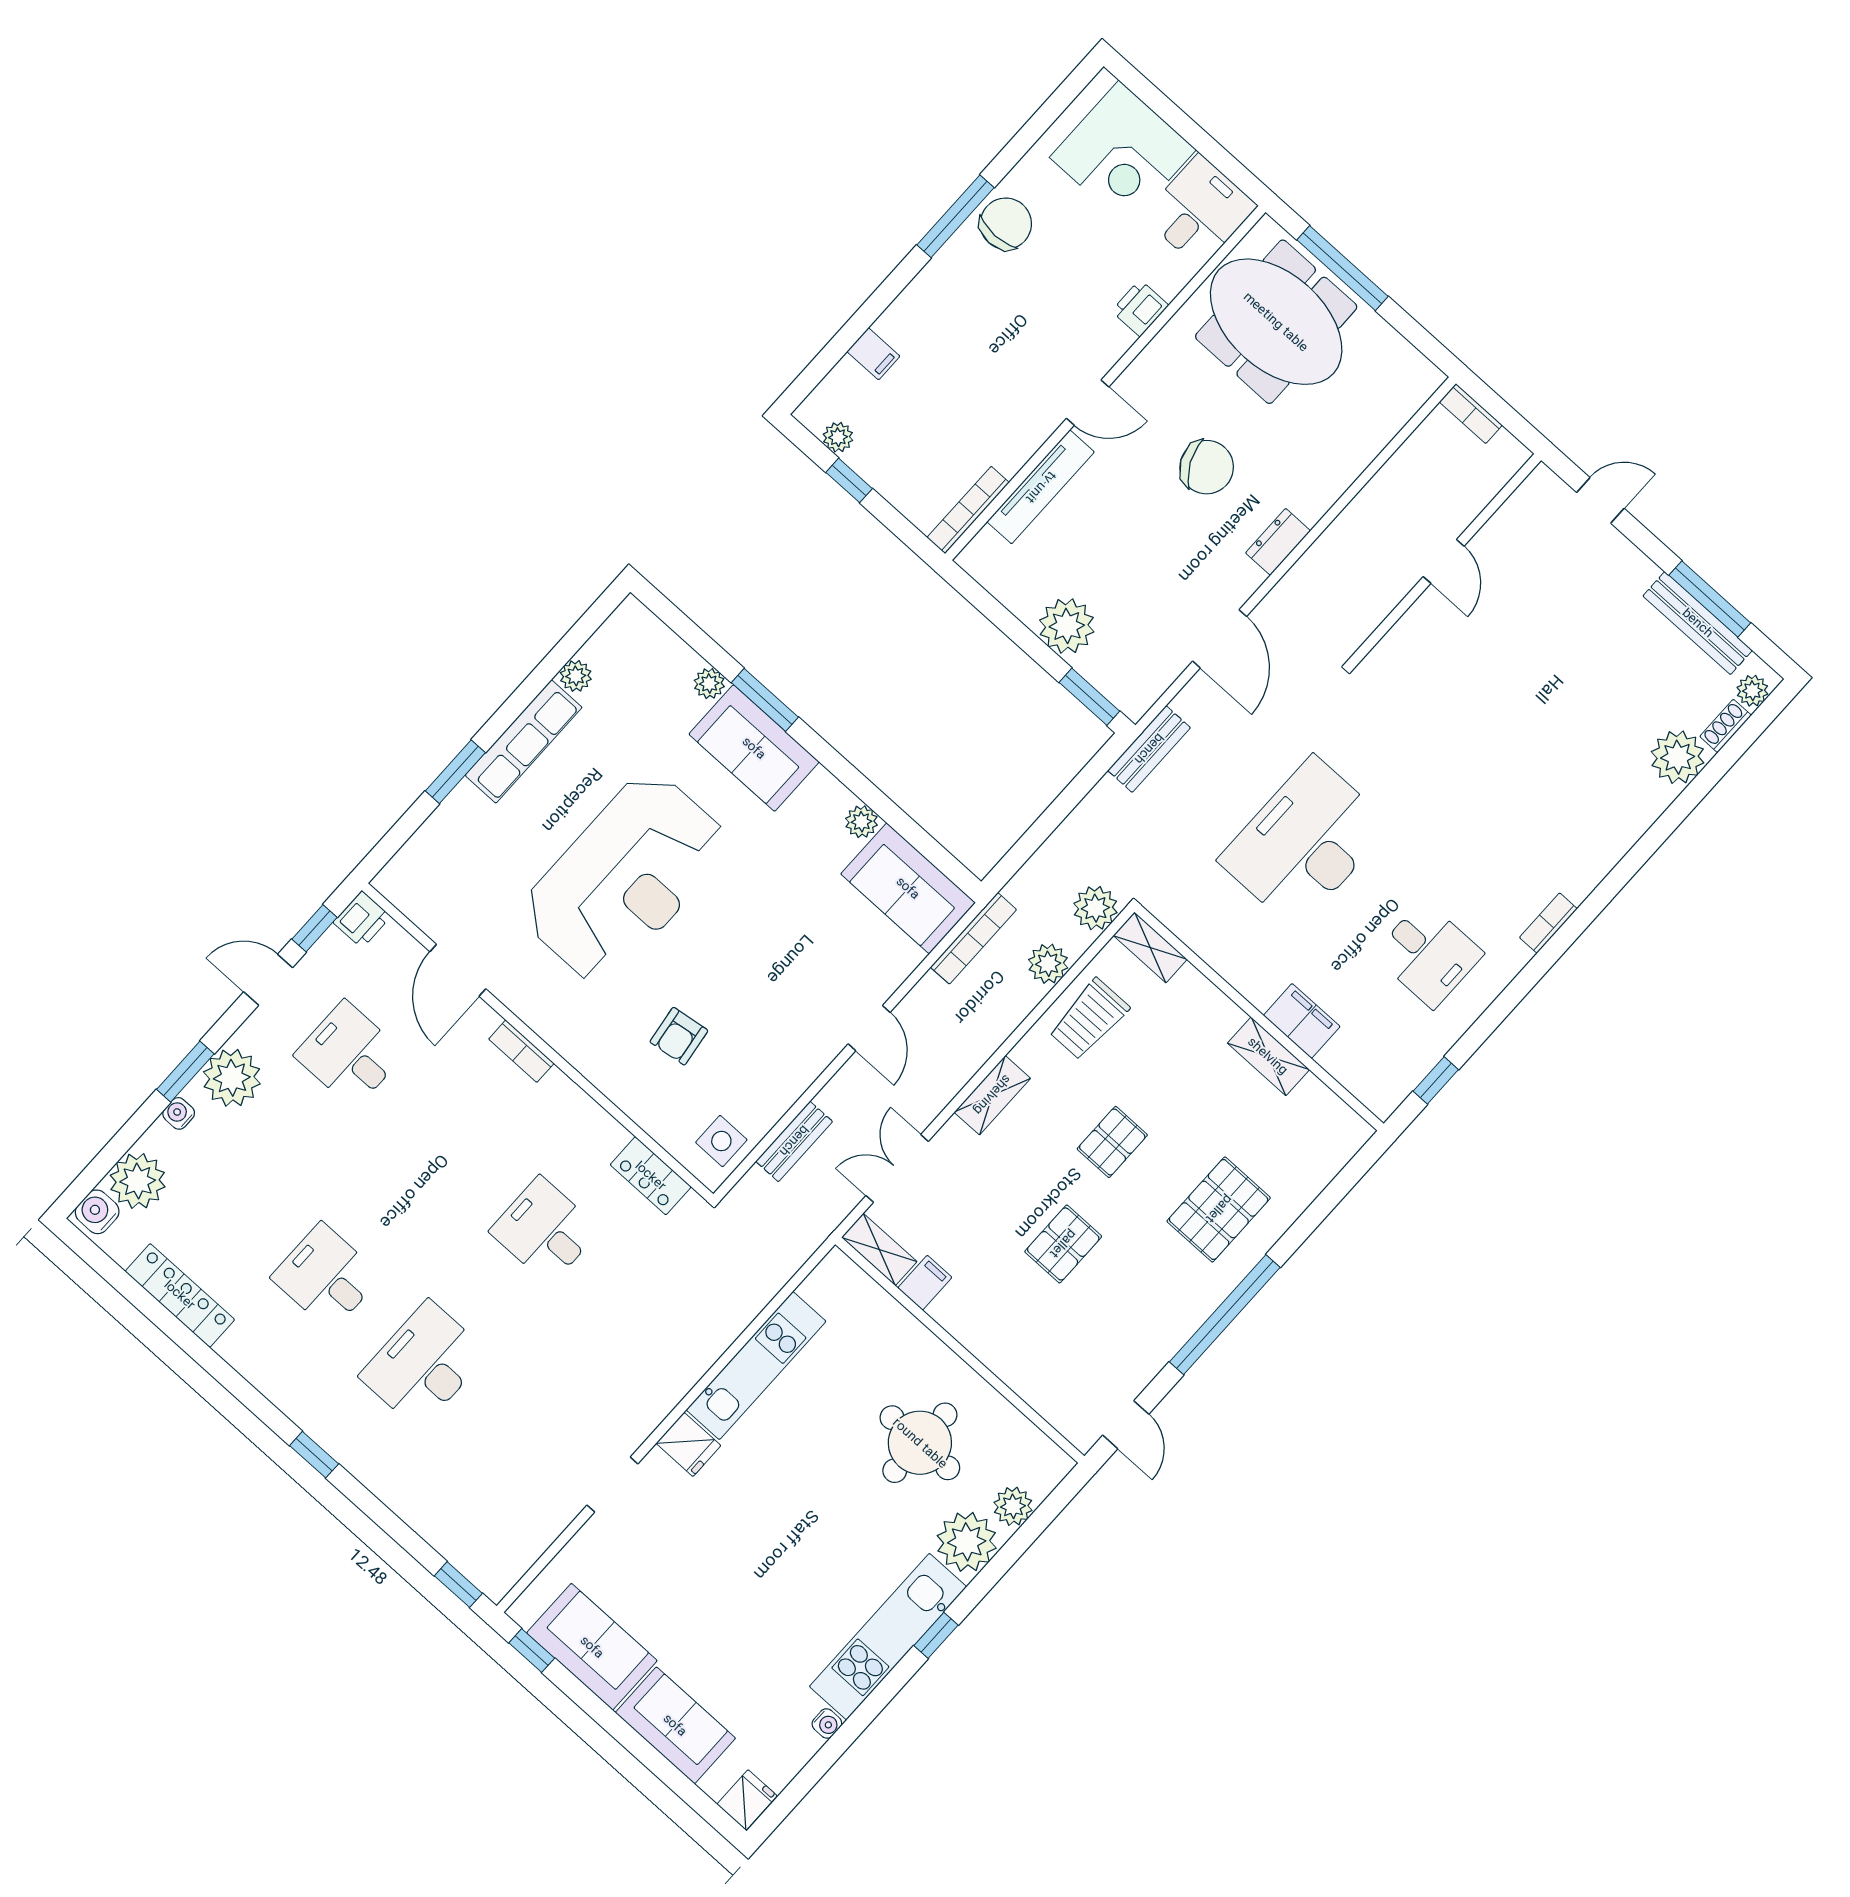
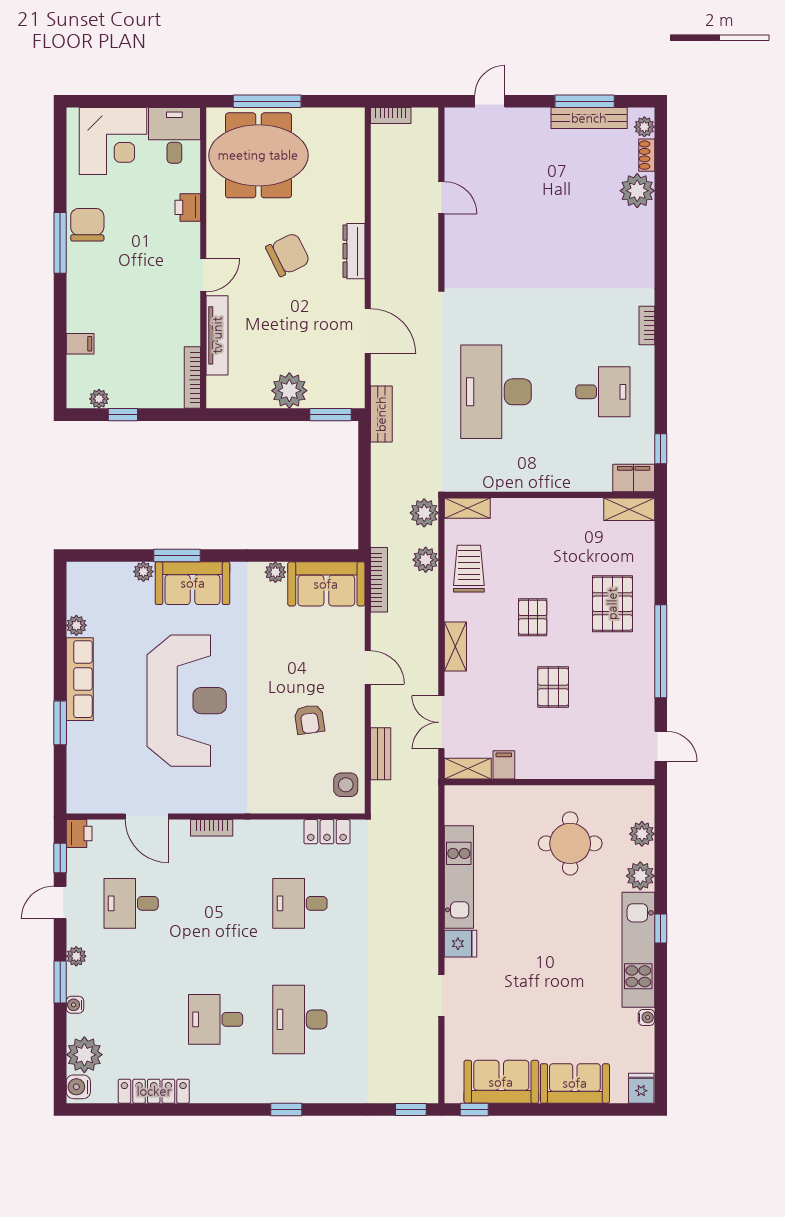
dresser: (1278, 542) -> (354, 251), width x1.44
trolley: (1089, 1019) -> (469, 569), turned 180
filing cabinet: (1302, 1021) -> (634, 478), moved
armchair: (679, 1036) -> (309, 719), moved
shelving: (1268, 1056) -> (629, 509), moved
plant: (232, 1078) -> (76, 956), width x0.53, depth x0.53
plant: (967, 1542) -> (640, 876), width x0.73, depth x0.73

